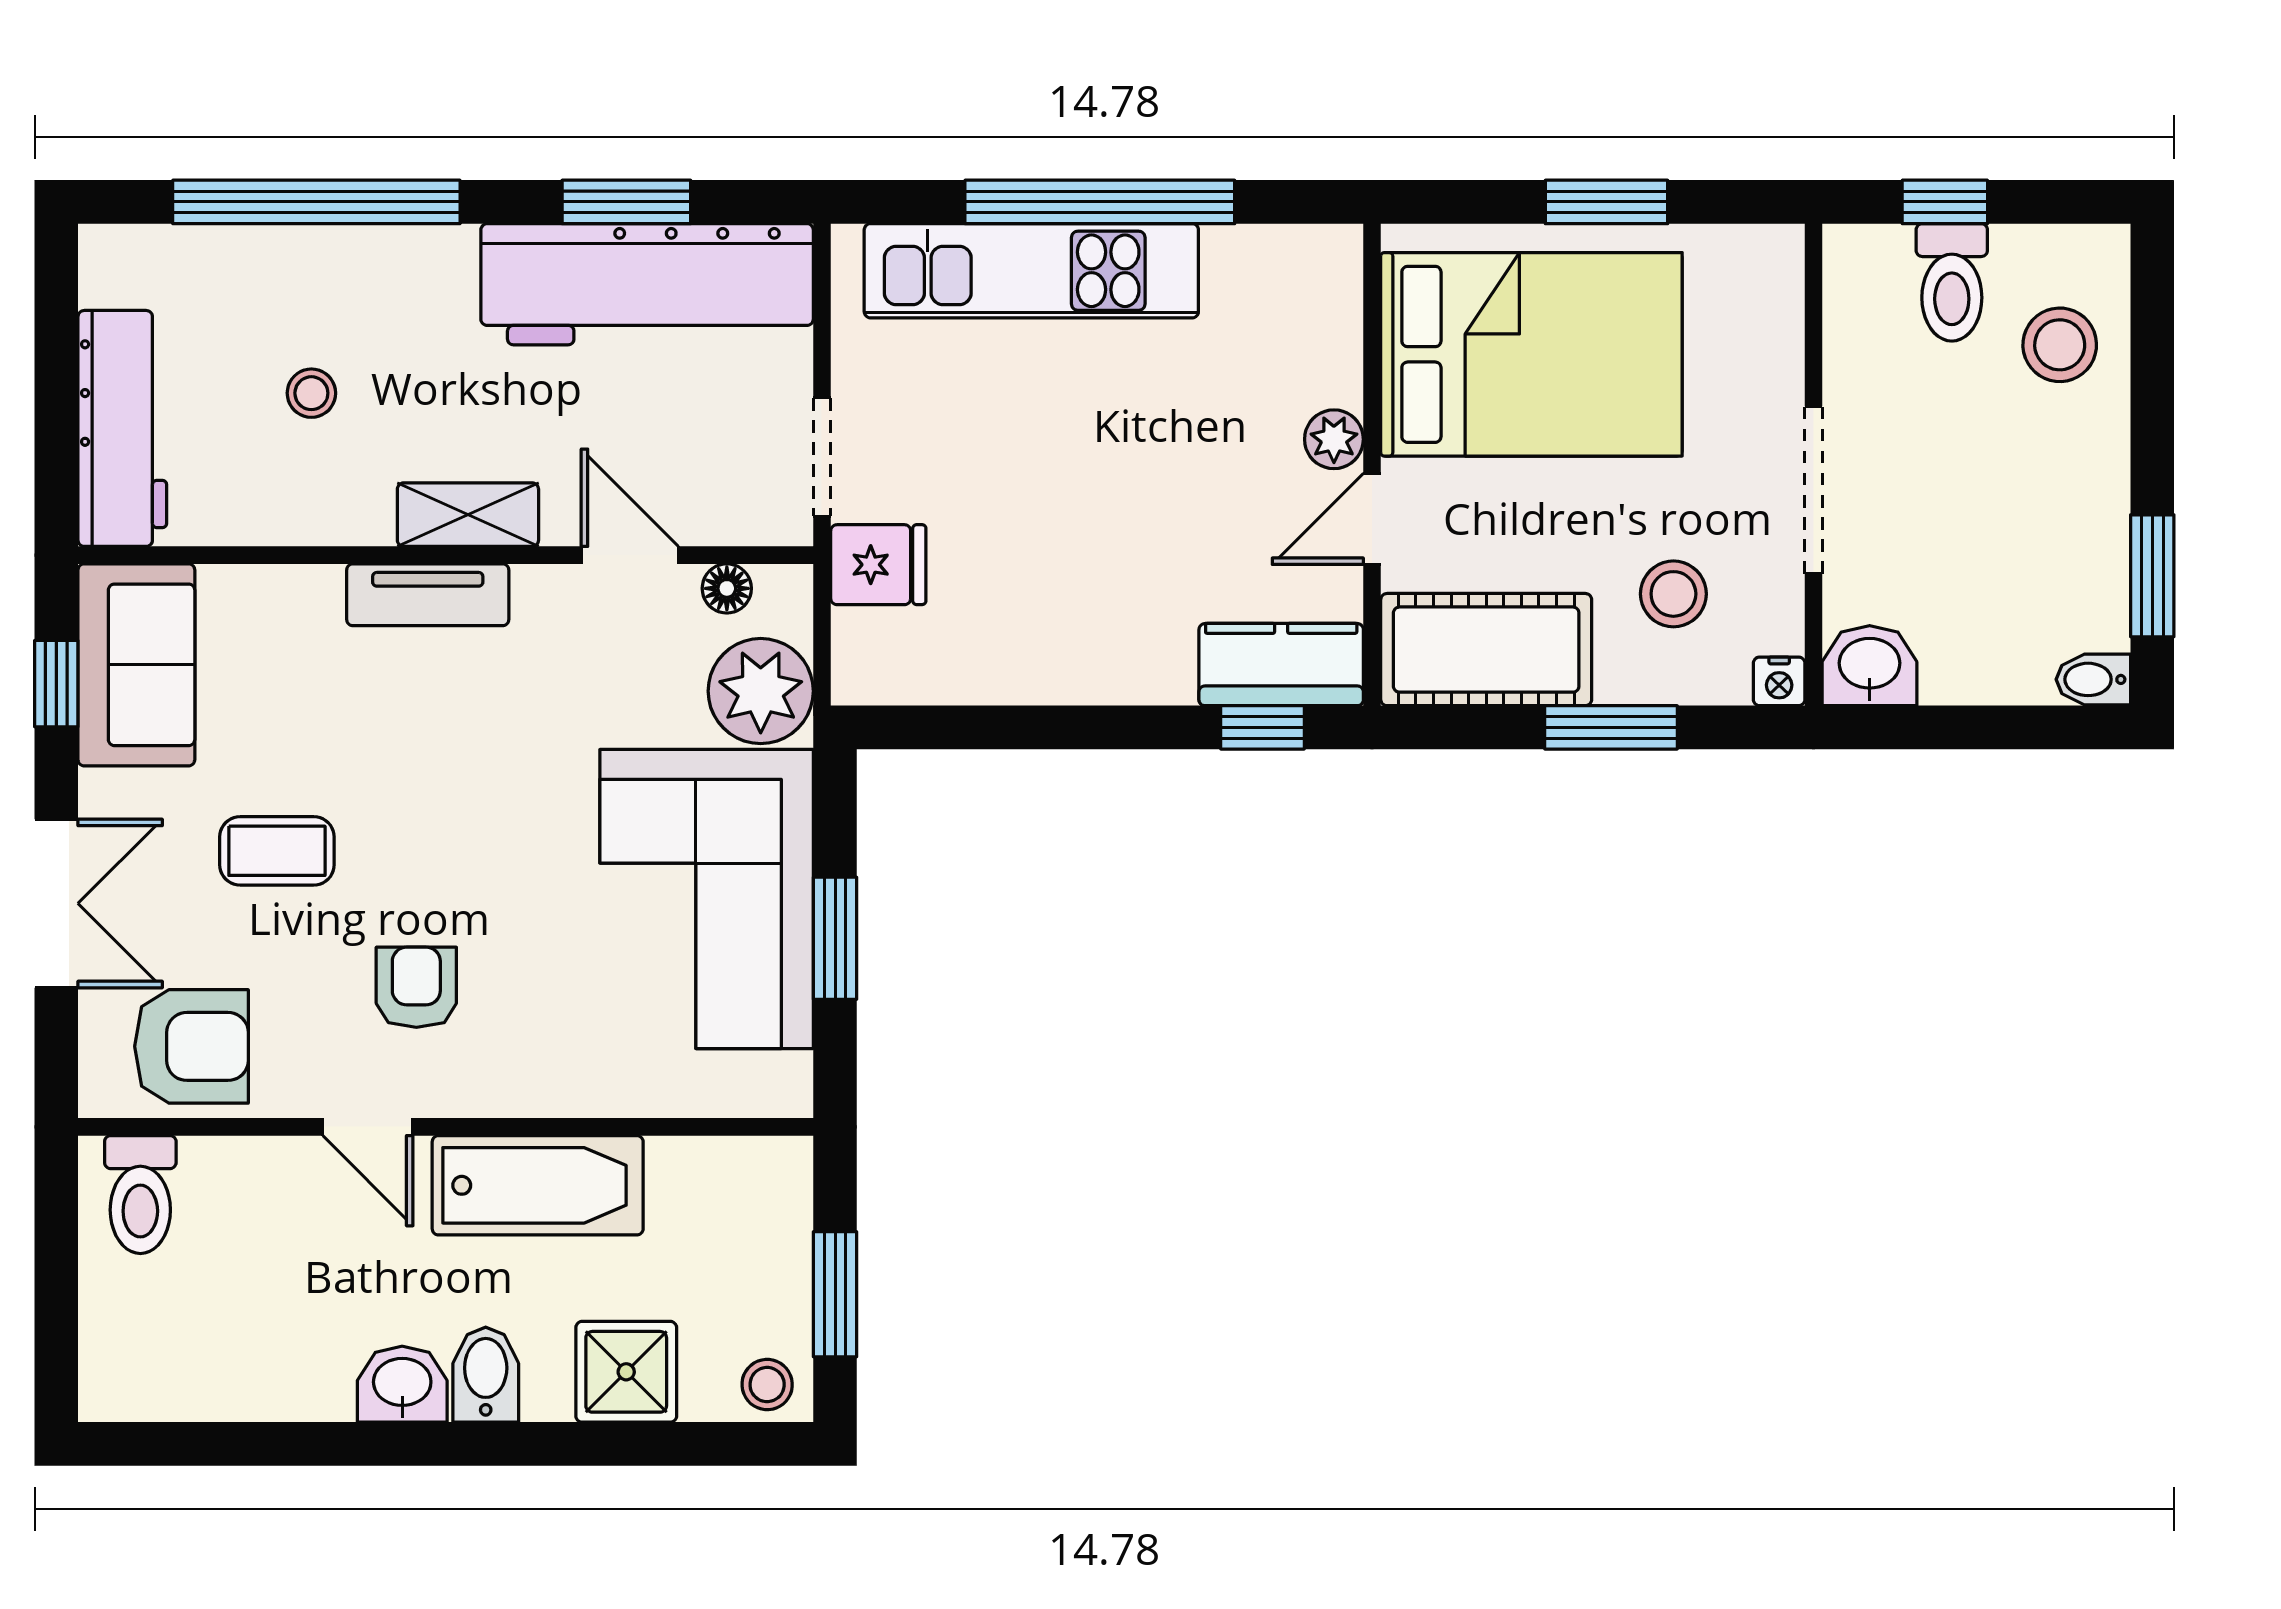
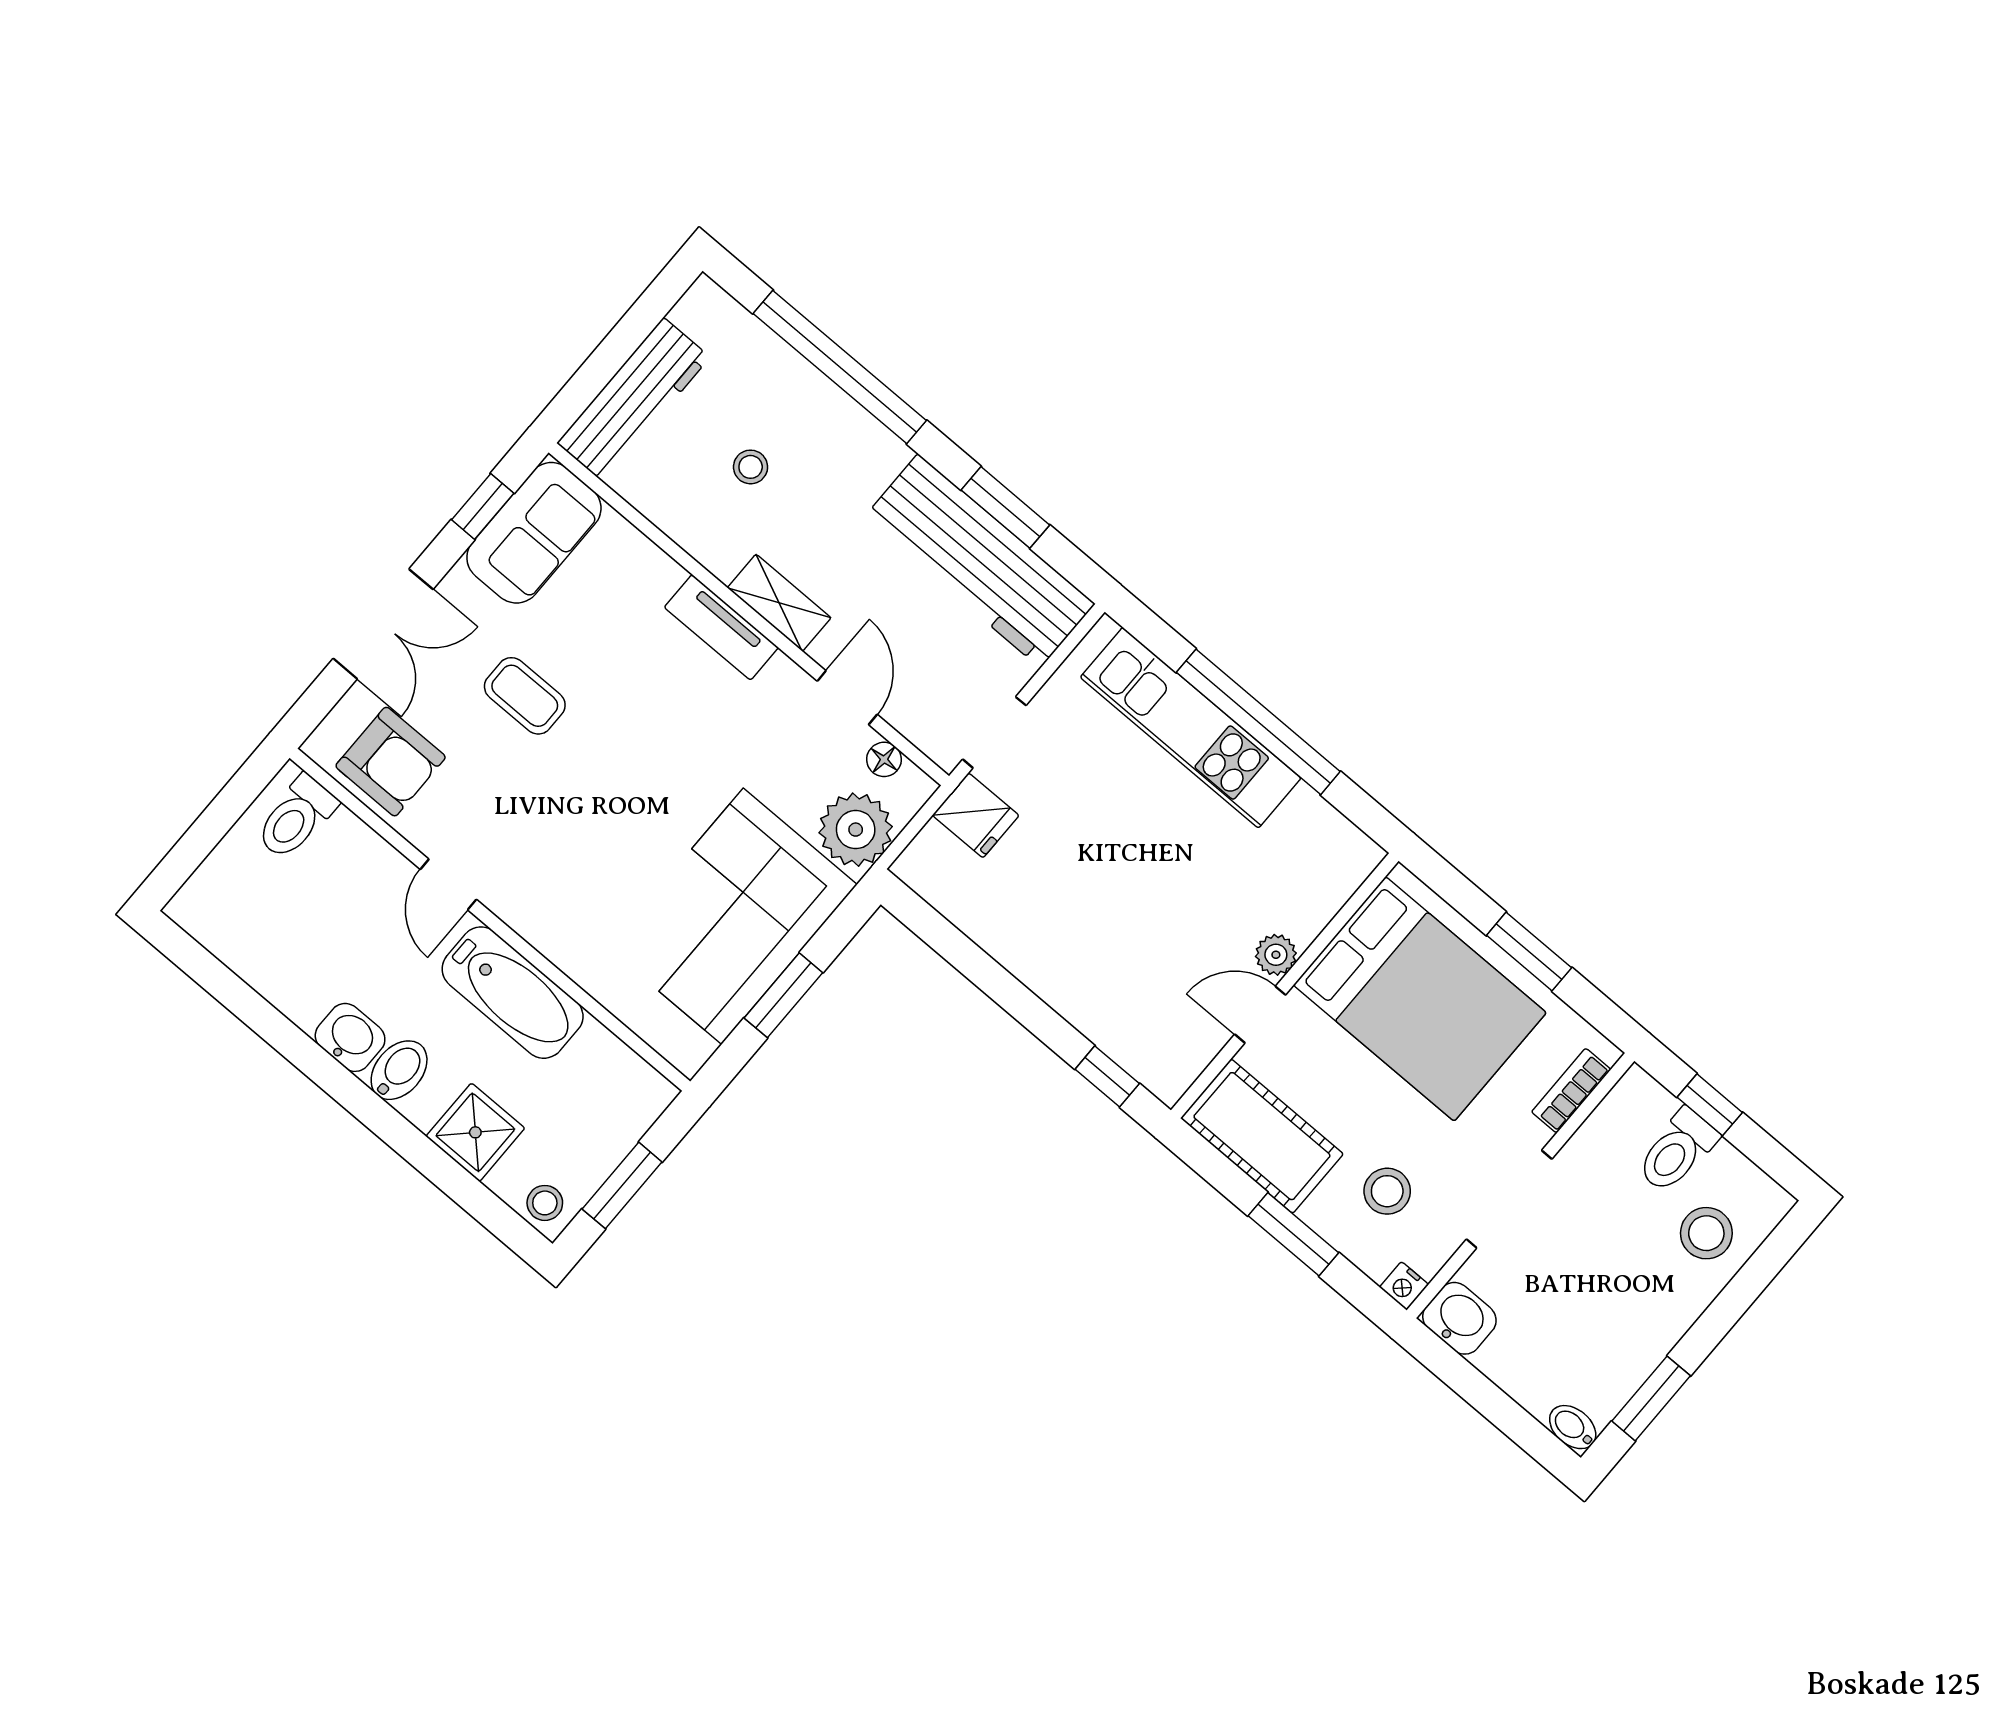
bookcase: (1781, 314) -> (1571, 1091), added
kitchen counter: (1281, 665) -> (1146, 1051), removed
armchair: (416, 987) -> (537, 832), removed

